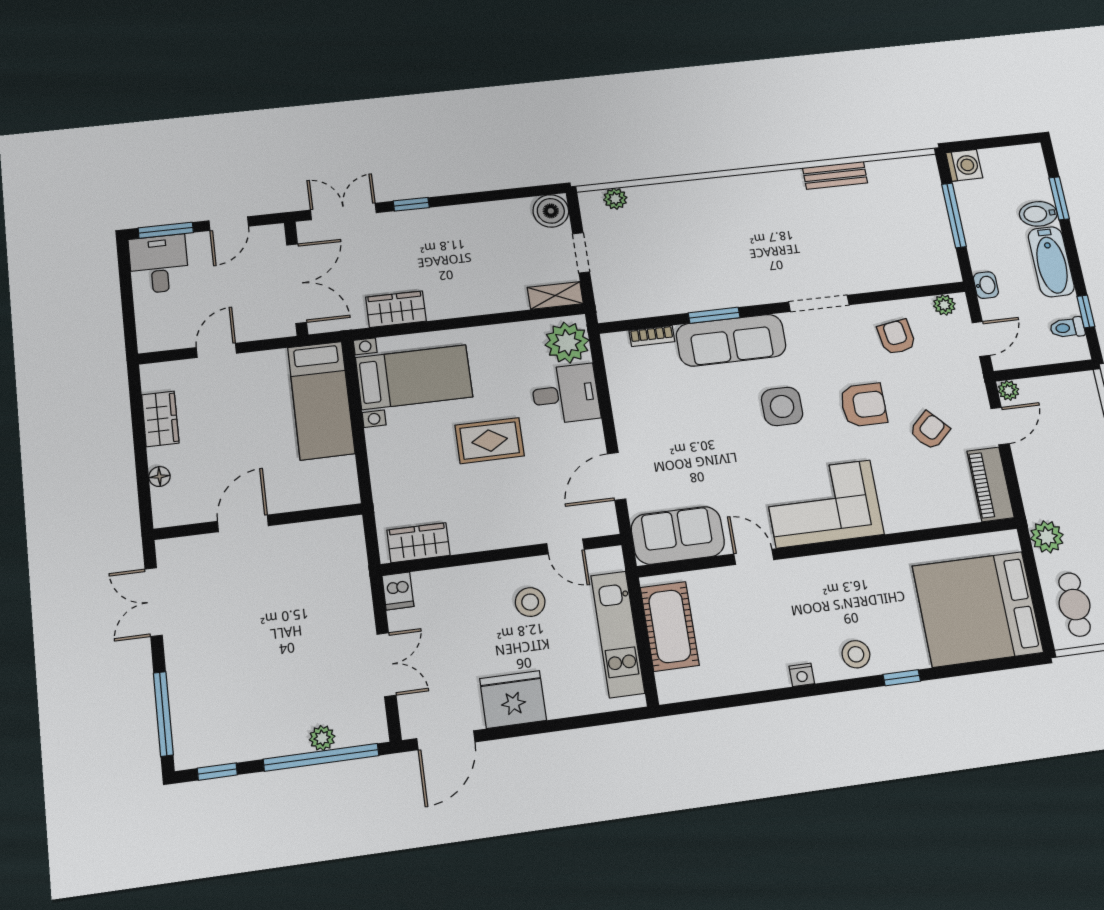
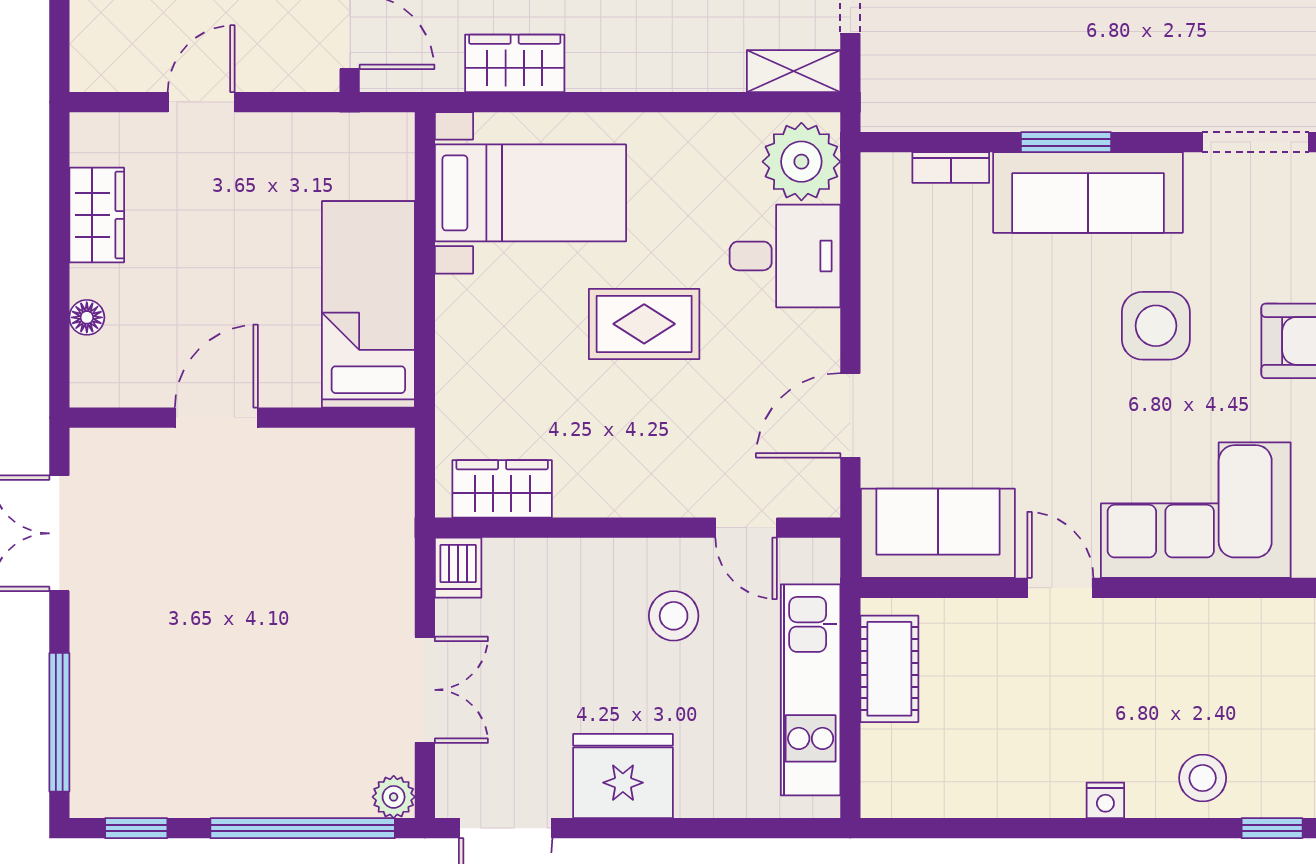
bed: (321, 400) -> (368, 304), moved, turned 180
cot: (670, 626) -> (889, 669), width x0.73, depth x0.75
plant: (322, 738) -> (394, 797), moved

